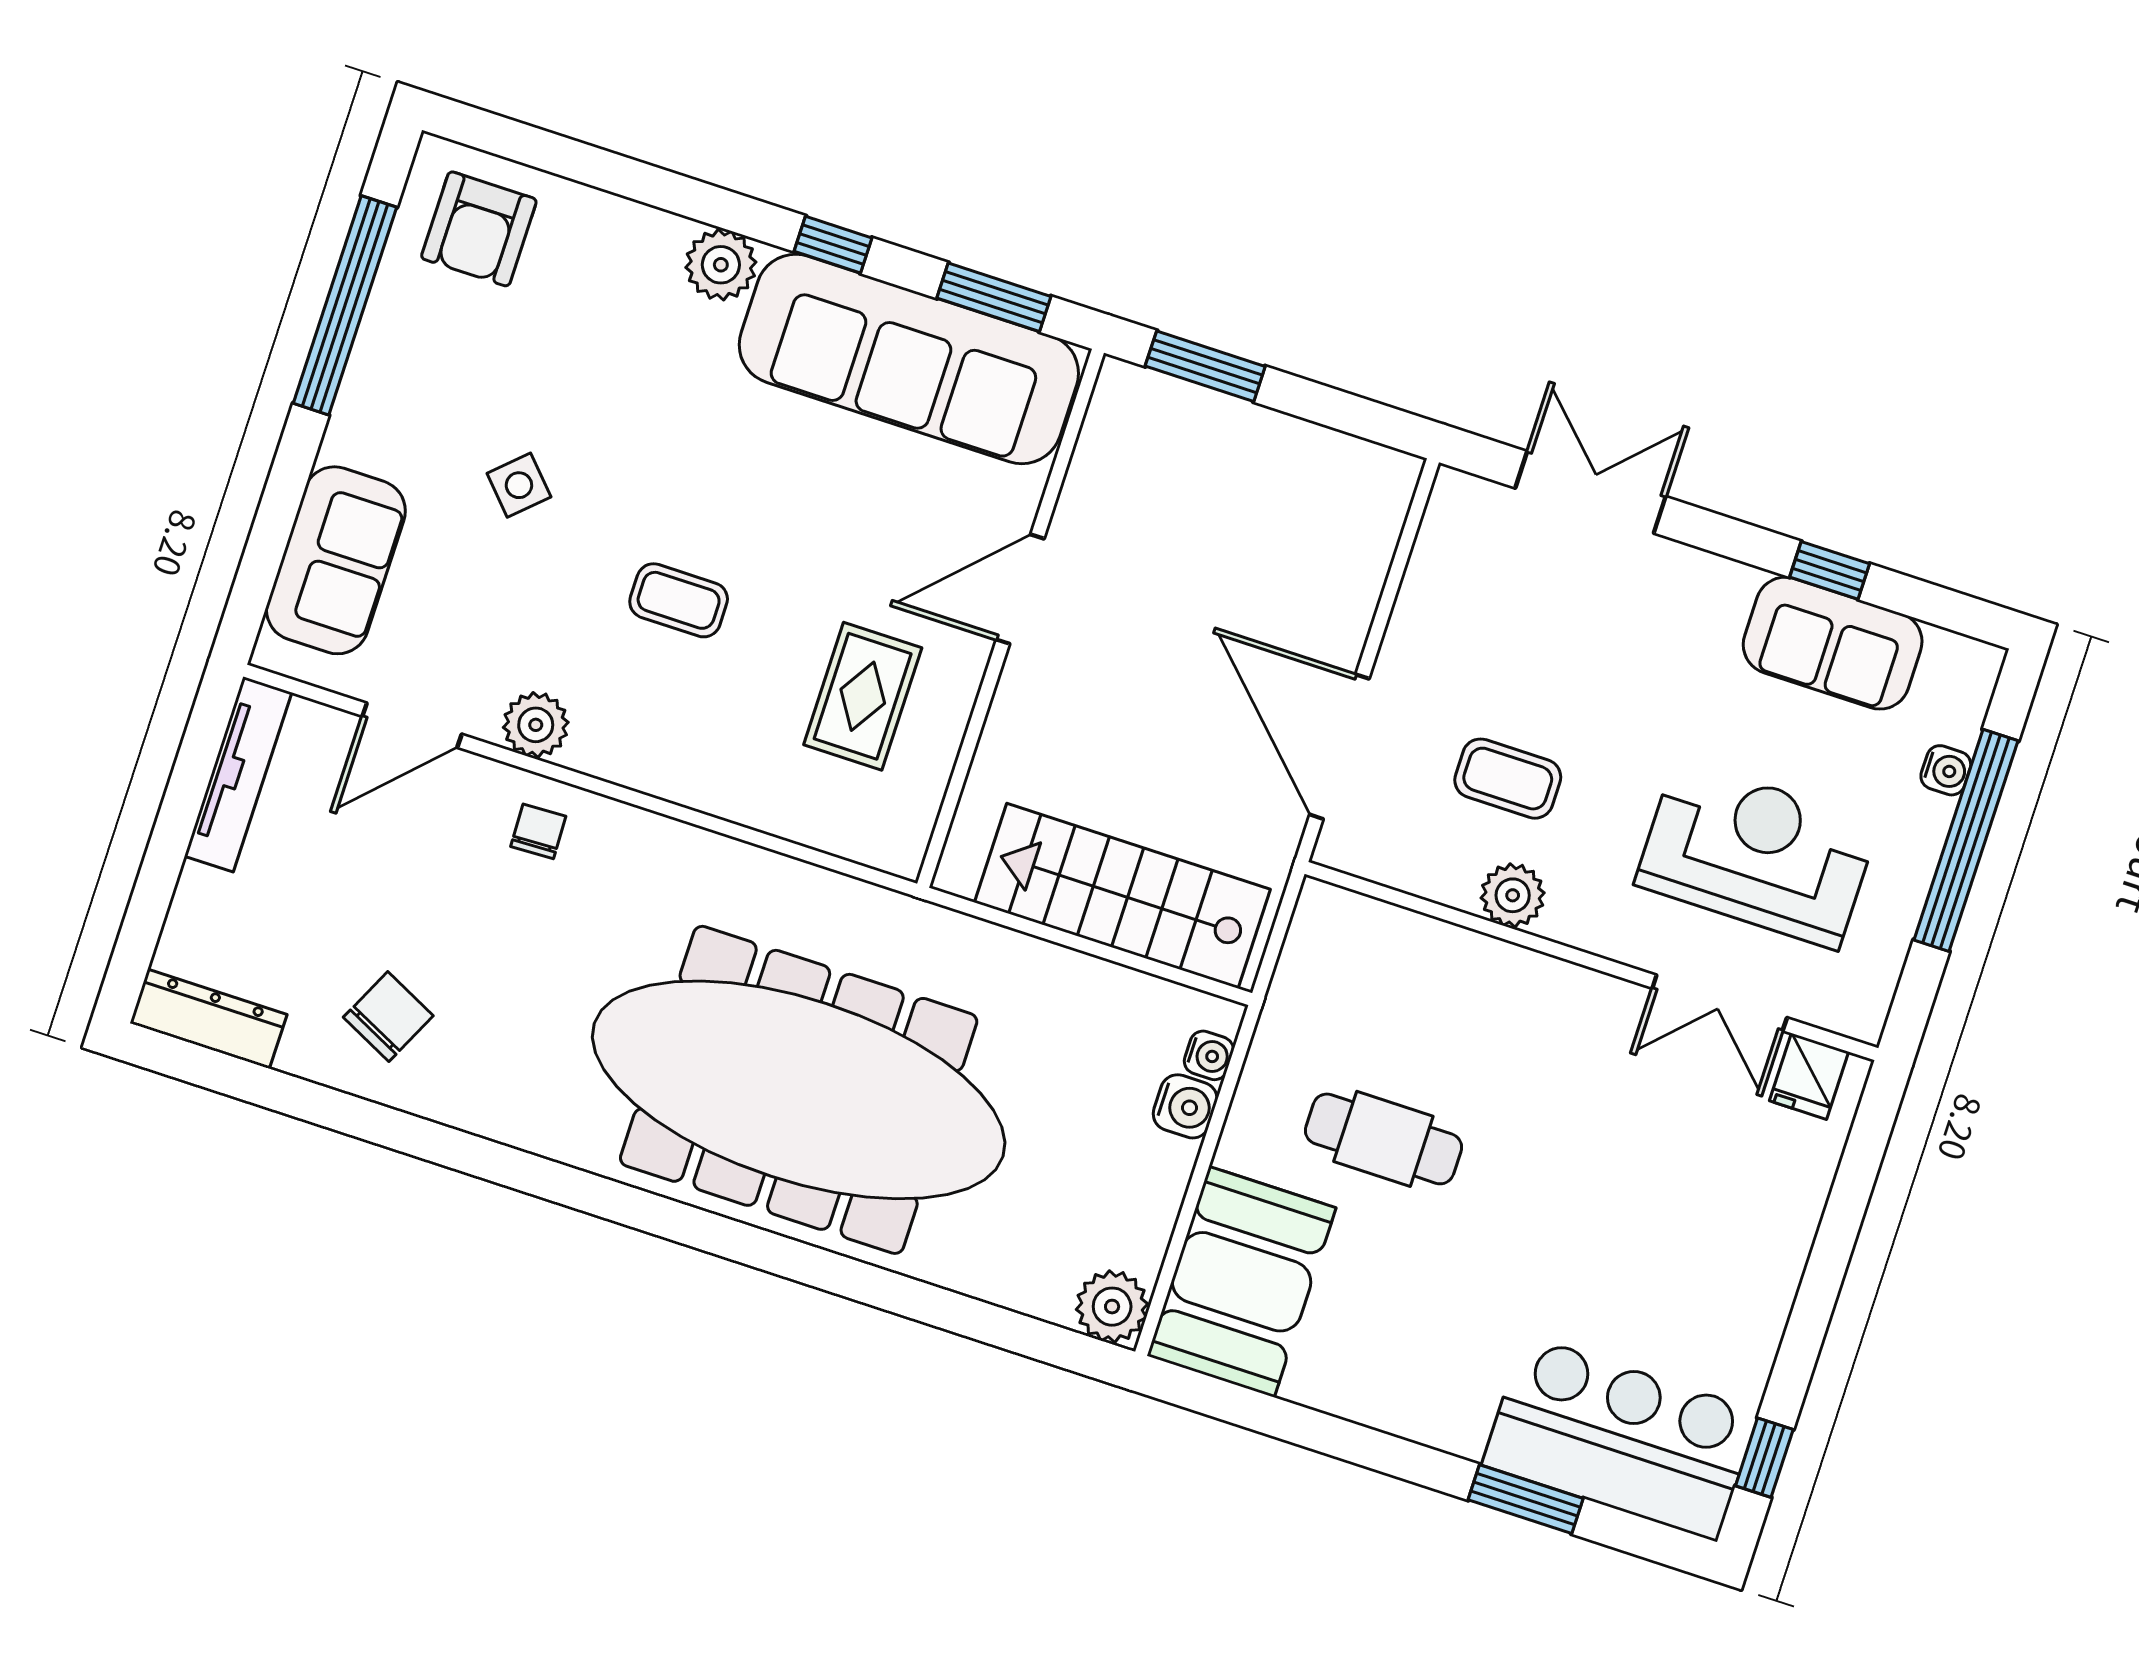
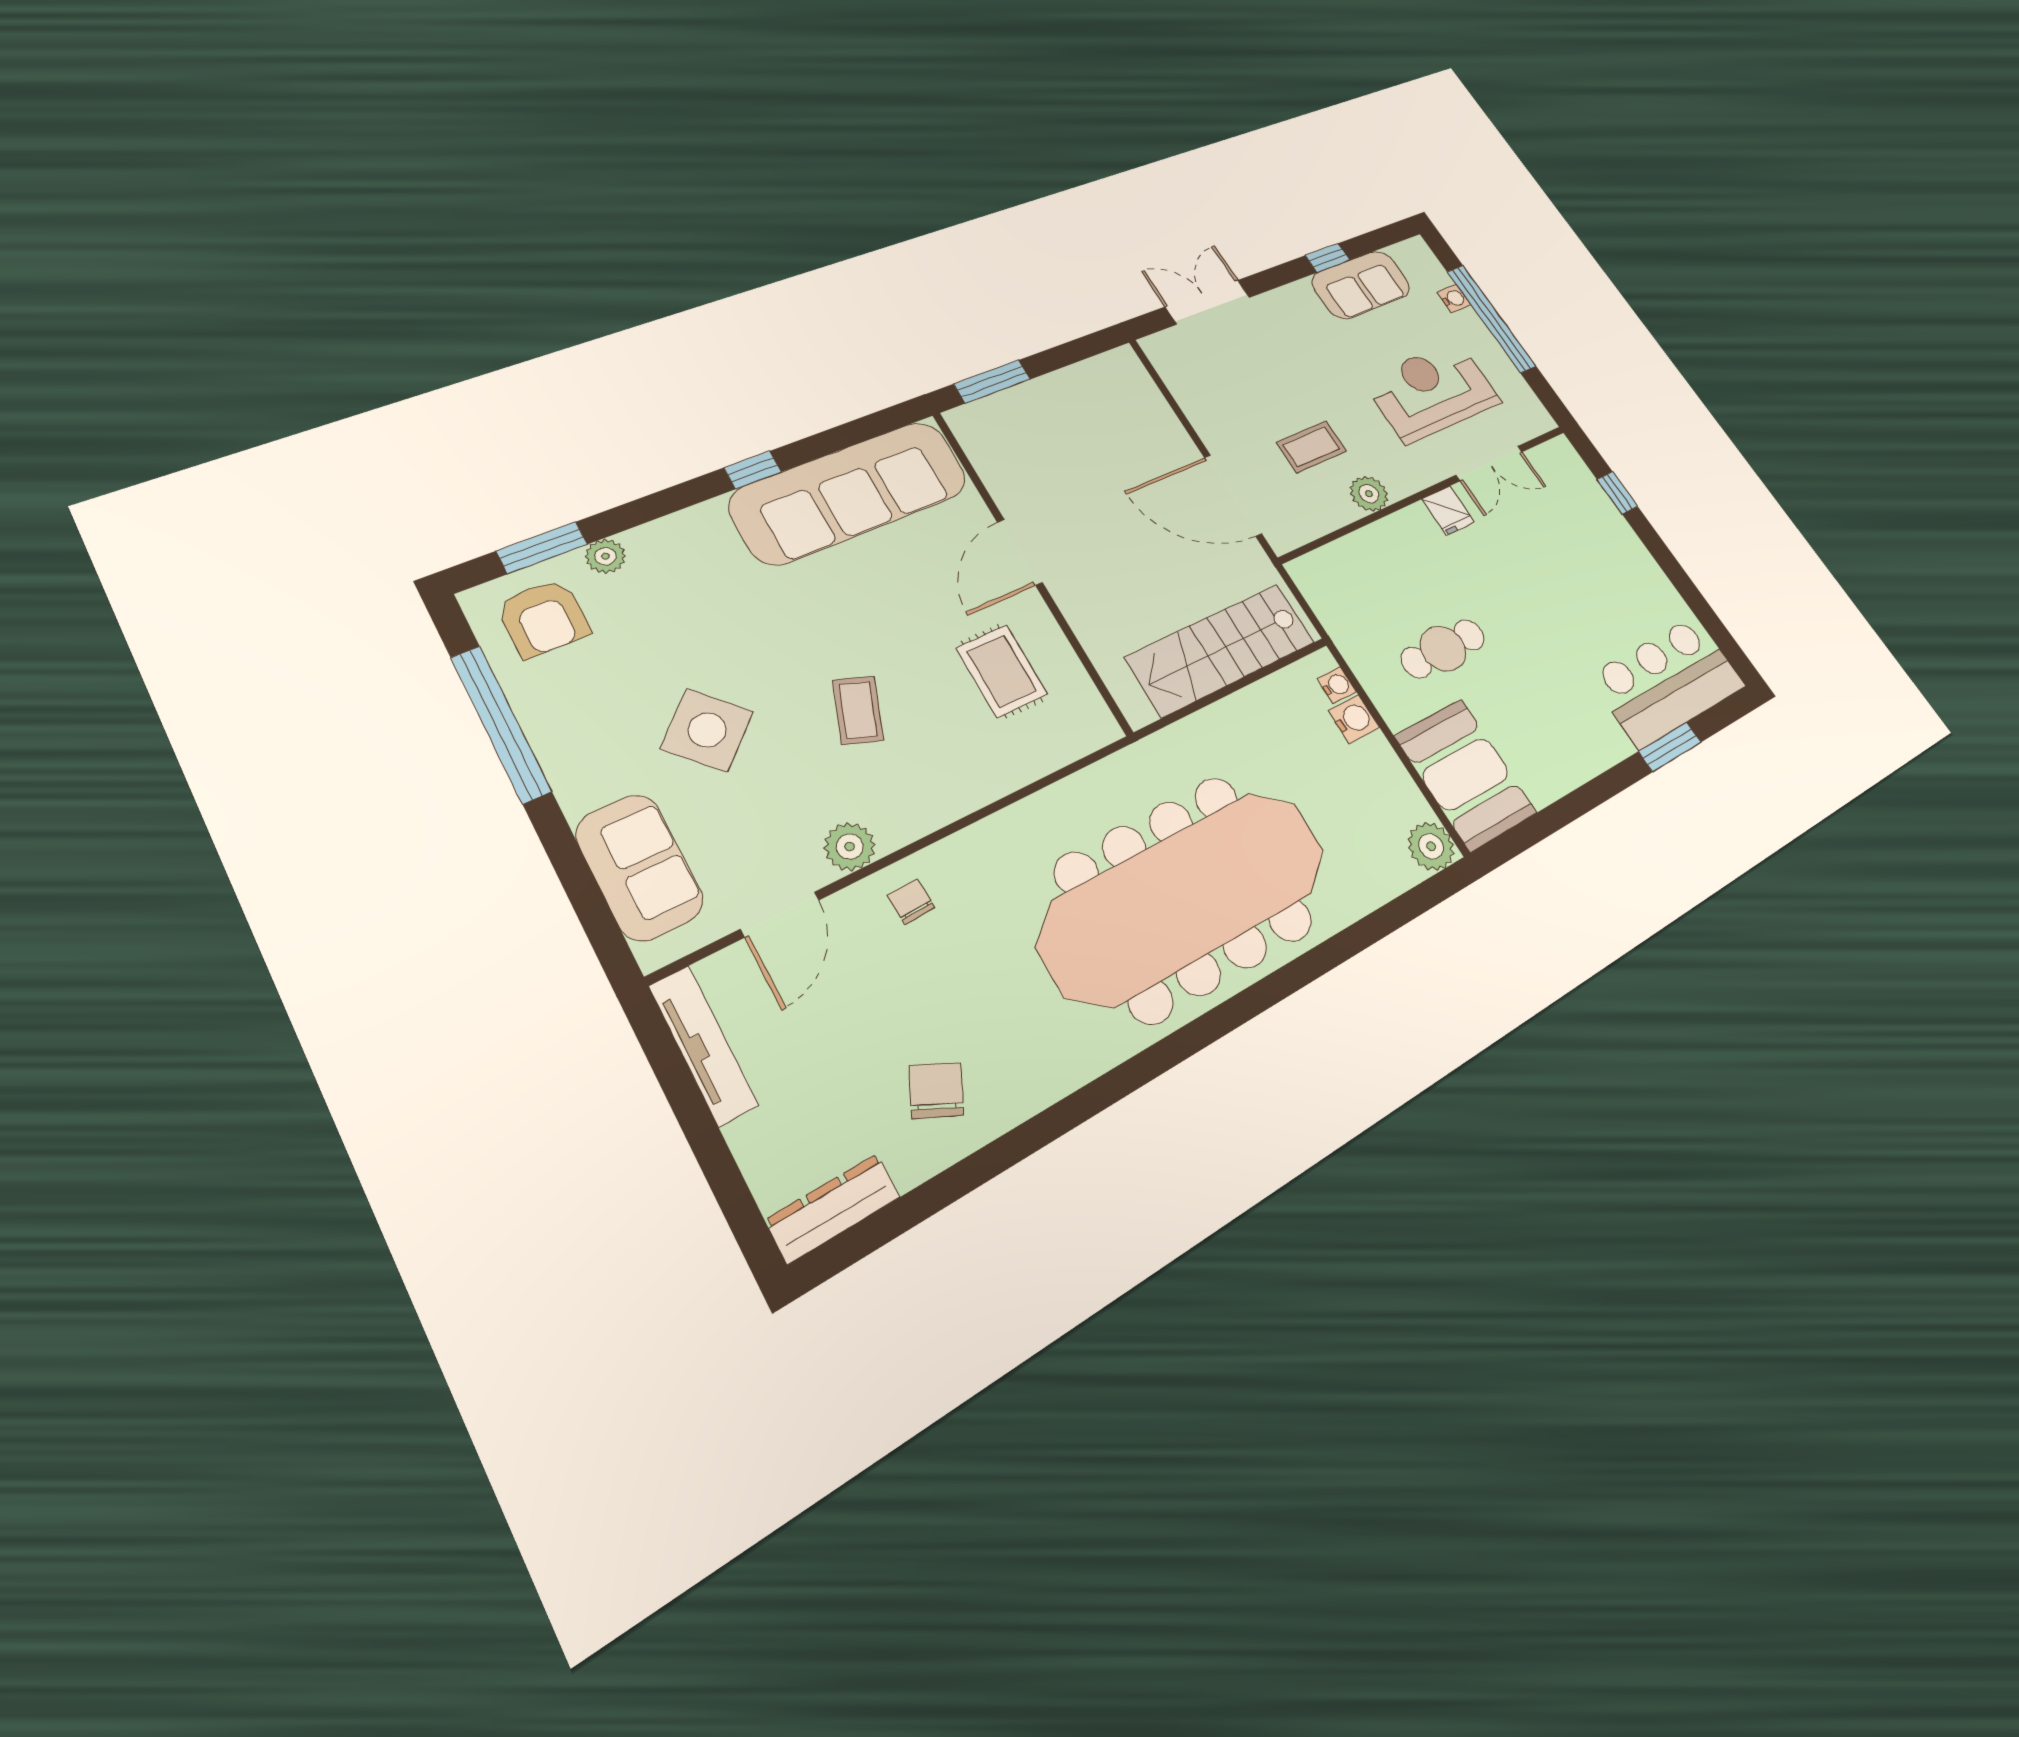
plant: (721, 265) -> (605, 556), moved, width x0.73, depth x0.73
window: (994, 297) -> (542, 548), moved
side table: (519, 485) -> (707, 730), width x1.87, depth x1.87
coffee table: (679, 600) -> (858, 710), turned -70
fridge: (1809, 1076) -> (1448, 511), moved
window: (1764, 1458) -> (1617, 493), moved

